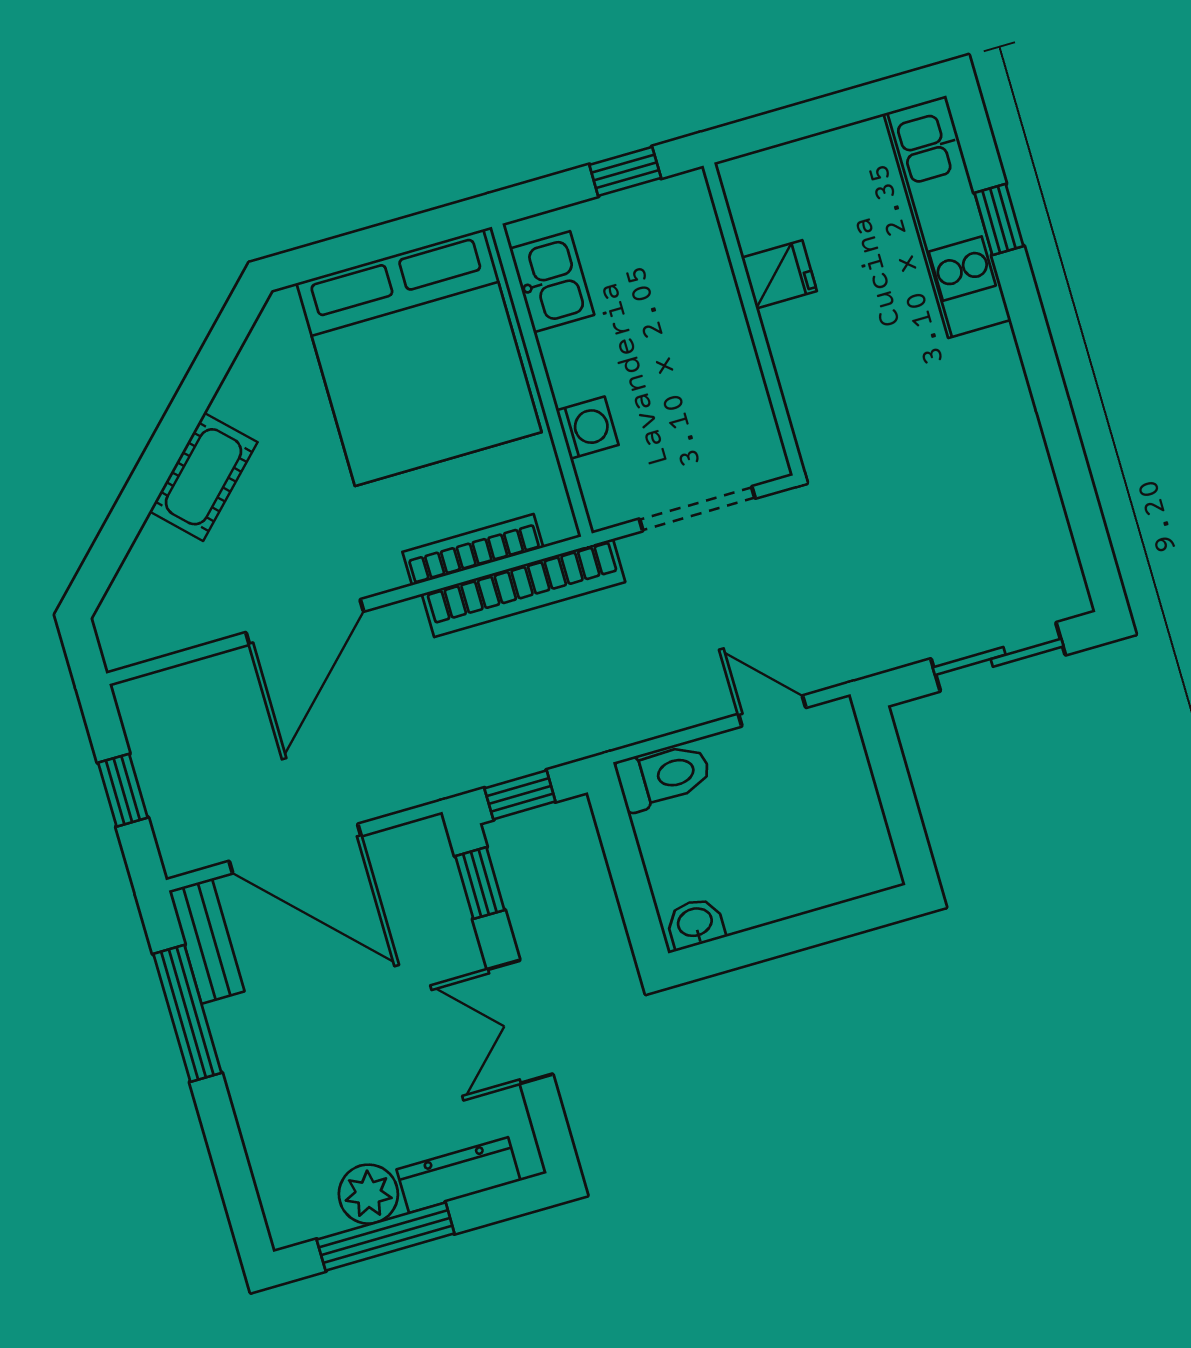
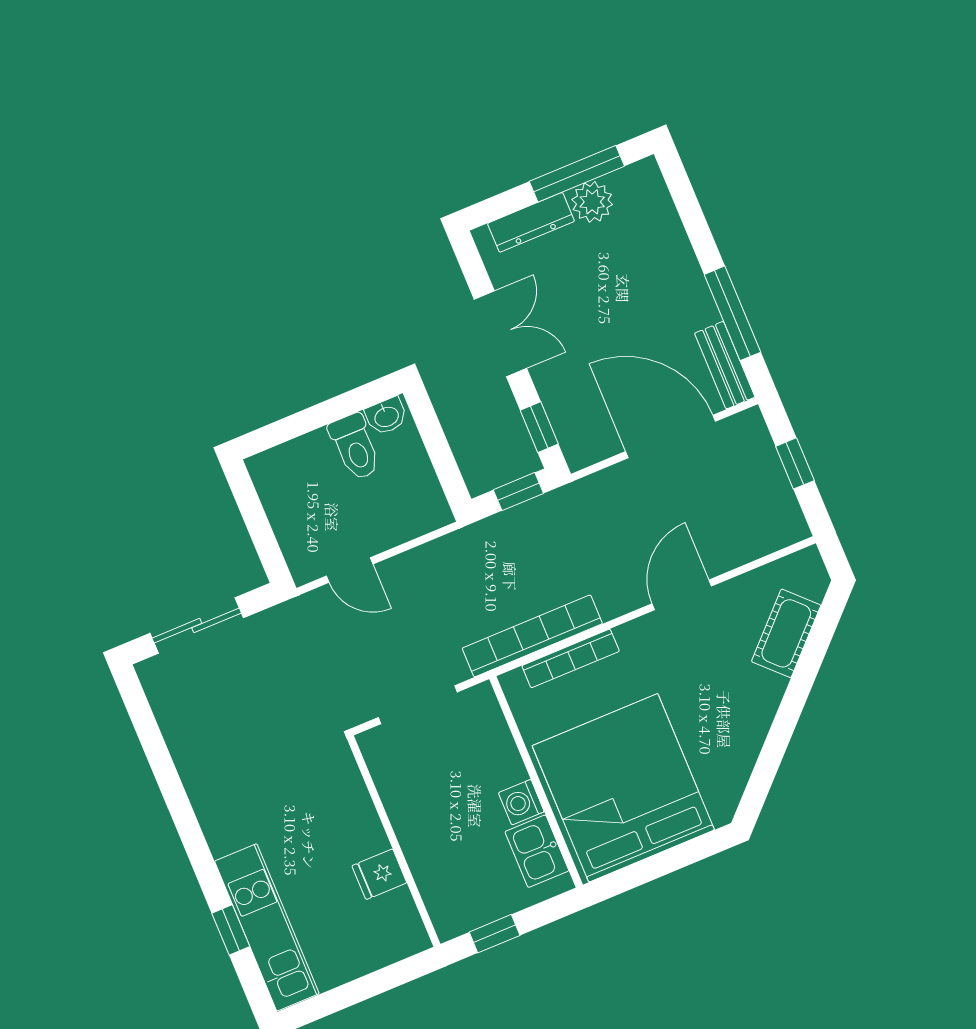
washing machine: (587, 428) -> (521, 802), moved
cot: (203, 477) -> (786, 633), moved
door: (305, 622) -> (682, 595), width x0.73
toilet: (664, 776) -> (355, 447), moved, turned -90

